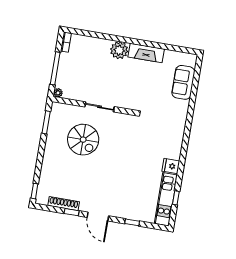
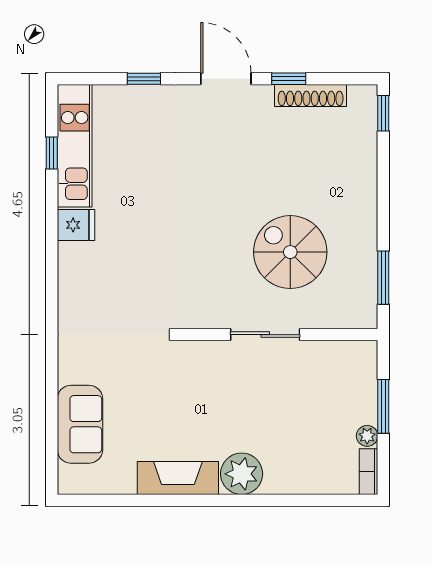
window: (55, 68) -> (383, 406), width x0.69
plant: (58, 93) -> (367, 436), moved

